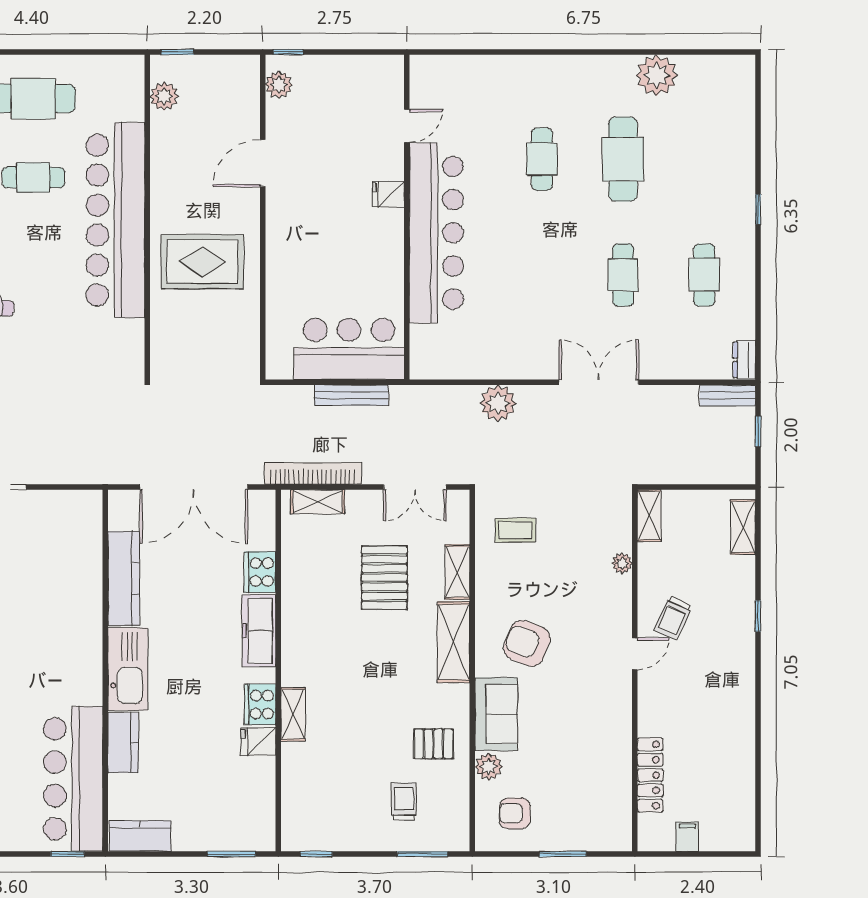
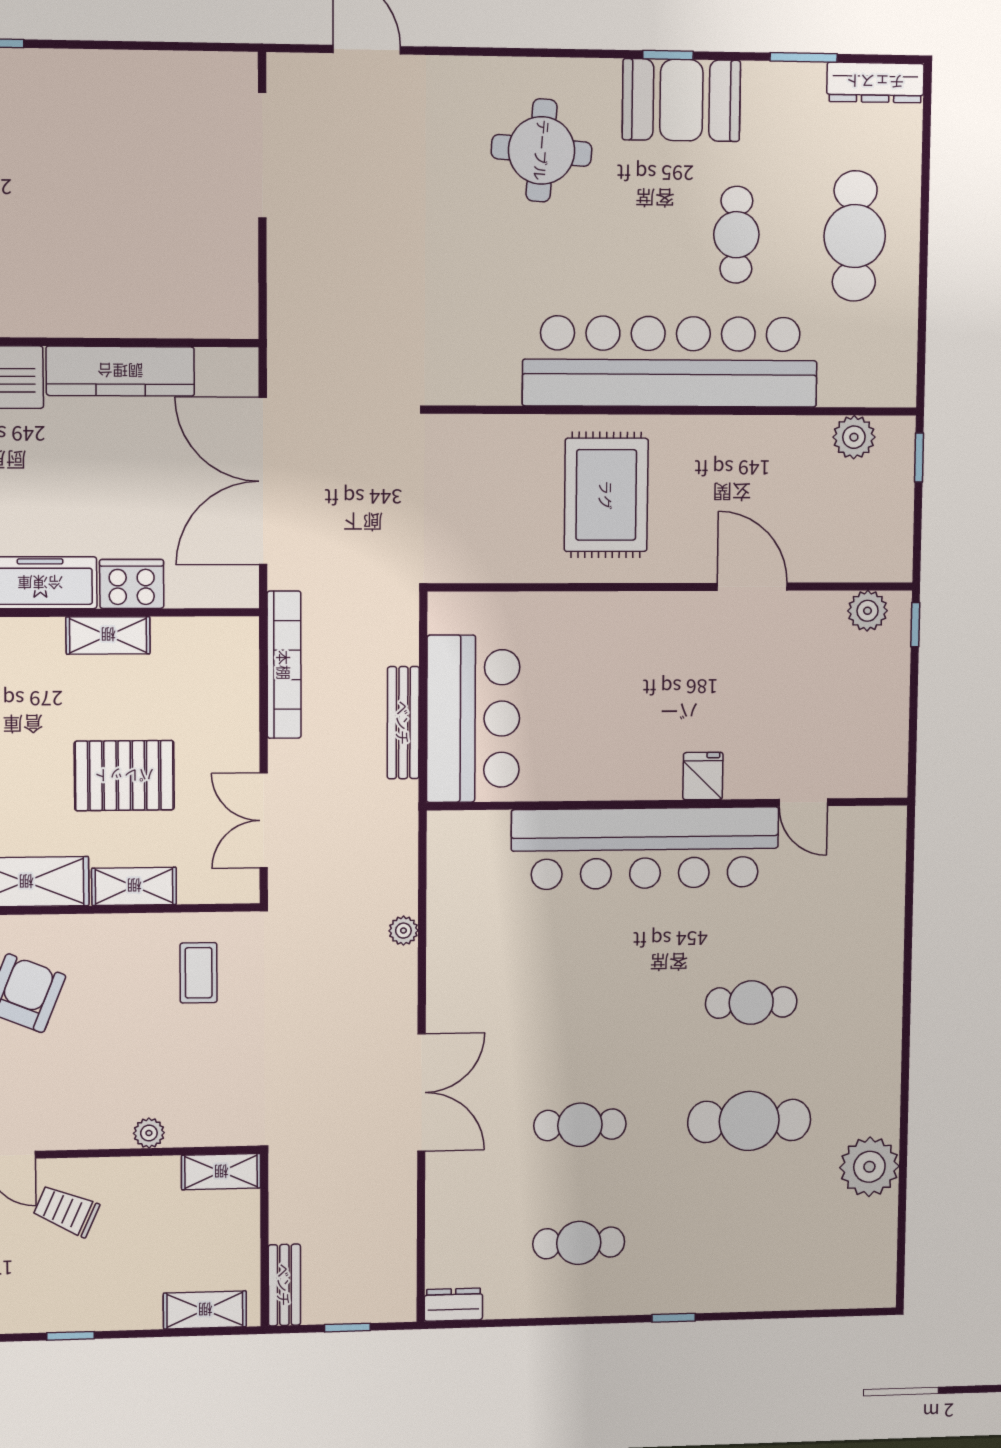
bench: (728, 395) -> (284, 1285), moved
plant: (498, 403) -> (403, 931), width x0.53, depth x0.53
shelving: (318, 502) -> (108, 635), moved, turned 90

